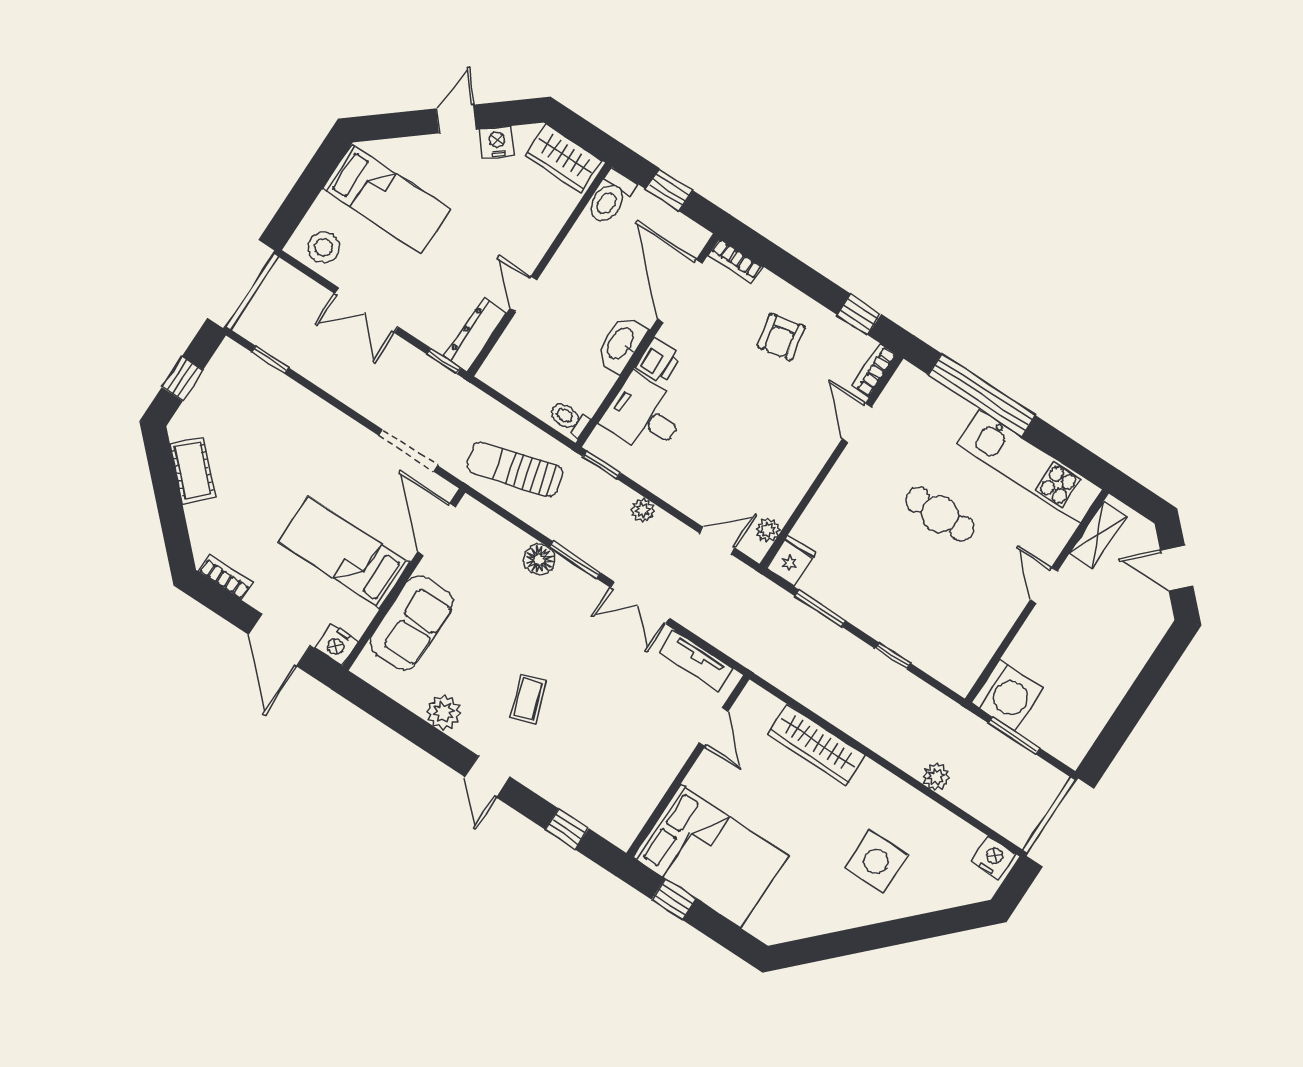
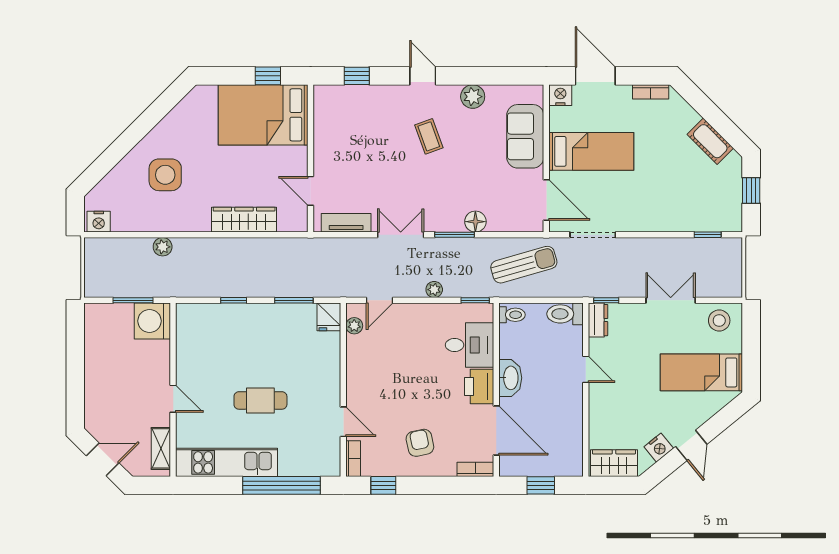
toilet: (610, 197) -> (565, 314), moved, turned -90
dresser: (476, 335) -> (598, 320), width x0.70
printer: (658, 361) -> (479, 386), width x1.36, depth x1.24

